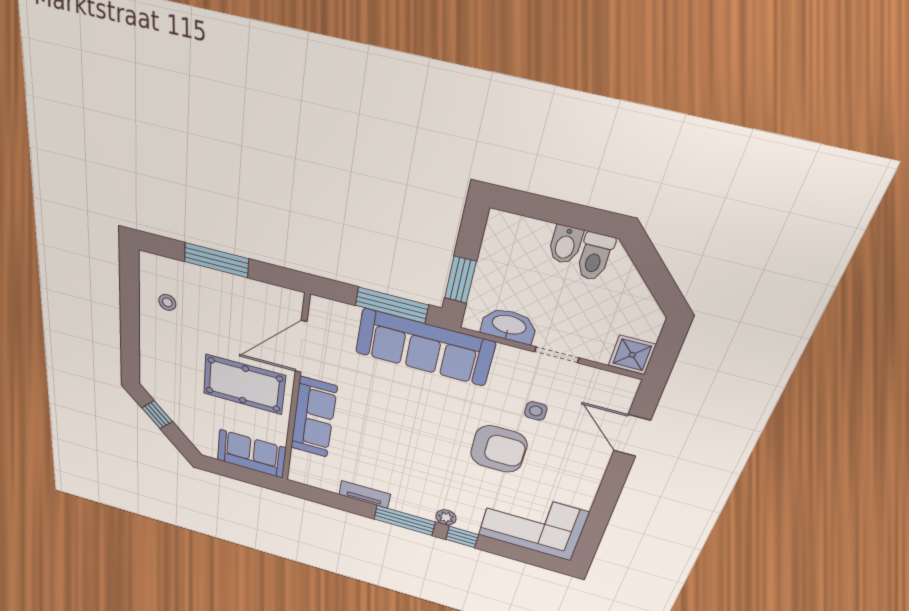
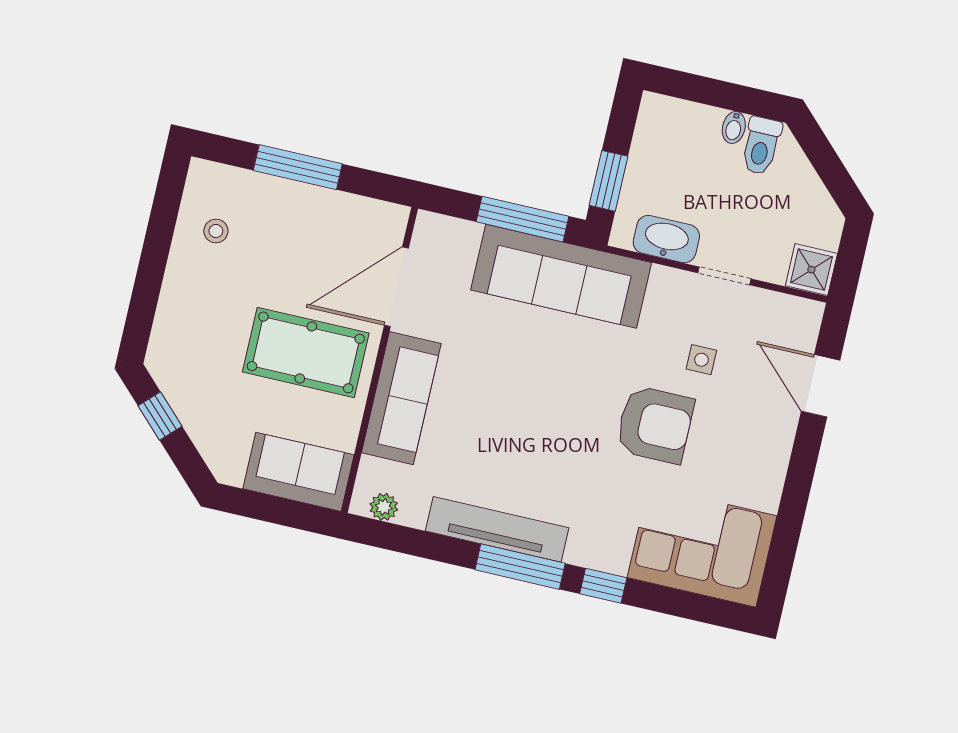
bidet: (565, 245) -> (734, 128), width x0.72, depth x0.74
tv unit: (365, 494) -> (497, 529), width x1.92, depth x1.29
plant: (446, 517) -> (384, 507), moved

